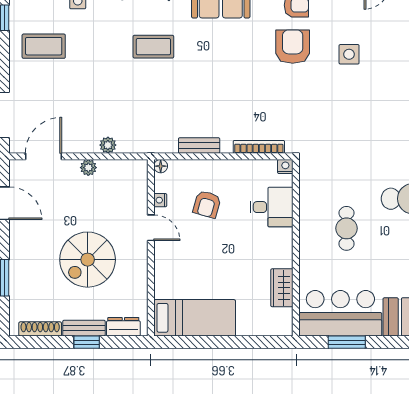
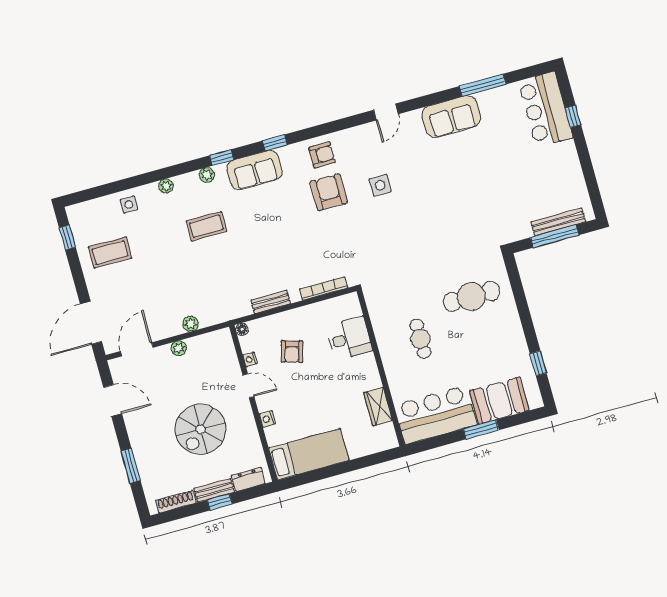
nightstand: (285, 167) -> (267, 419), moved, turned -90
window: (347, 342) -> (481, 429), moved

